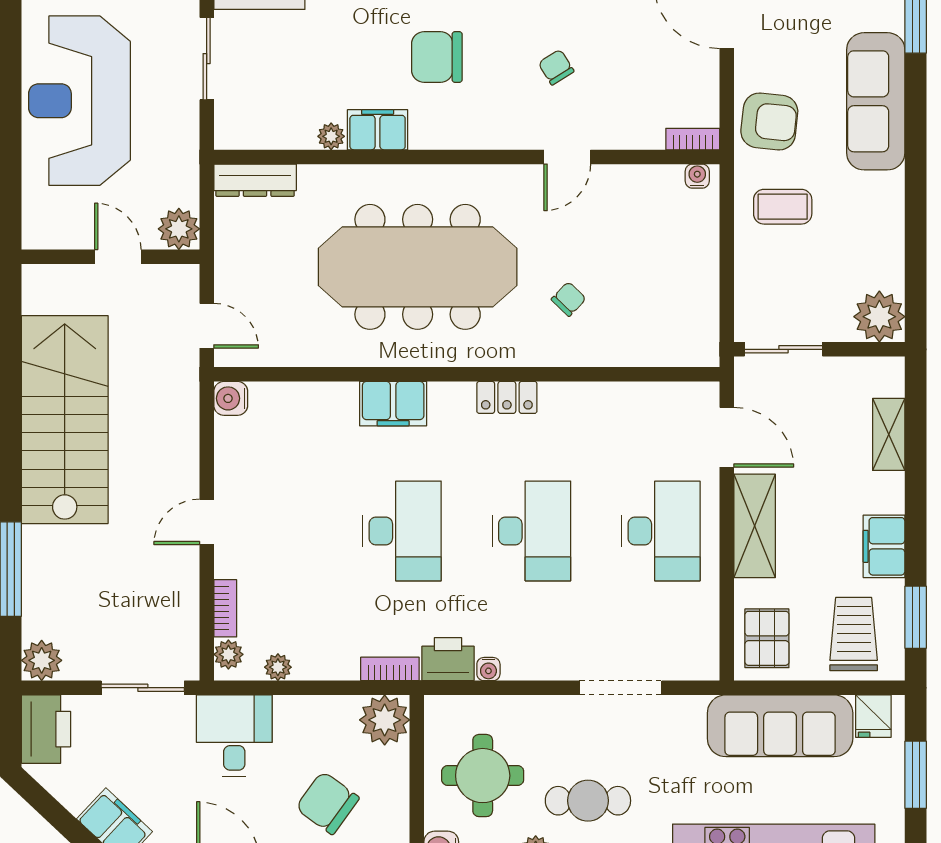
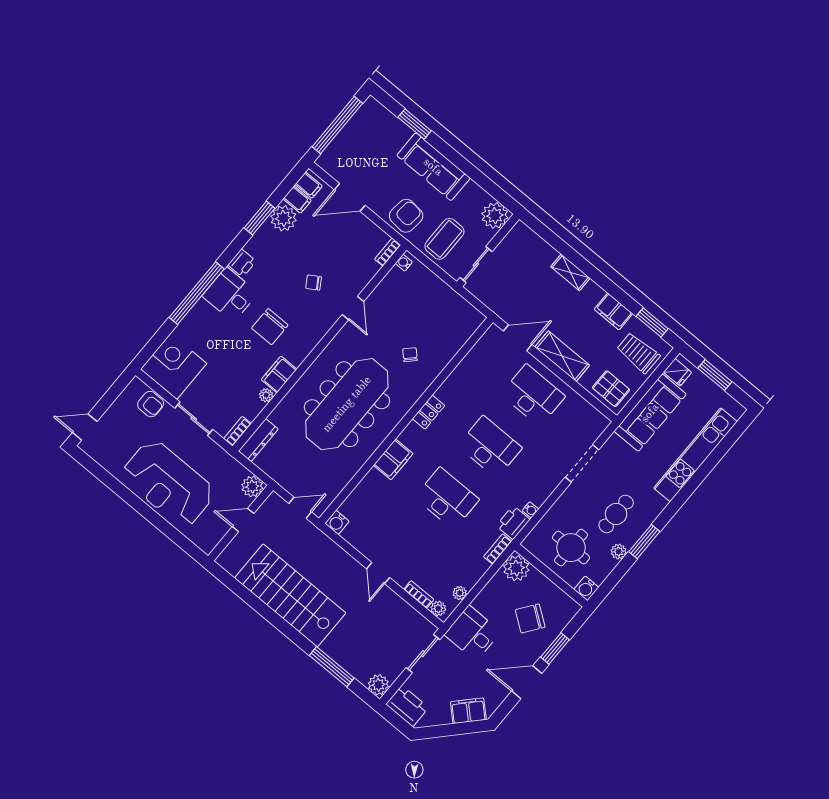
bookcase: (242, 138) -> (237, 431), added
coffee table: (783, 207) -> (444, 239), width x1.36, depth x1.30
plant: (879, 317) -> (495, 216), moved
sliding door: (784, 349) -> (476, 265), moved
wall: (819, 349) -> (488, 250), moved

